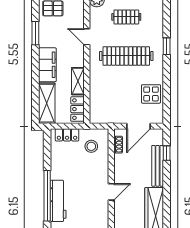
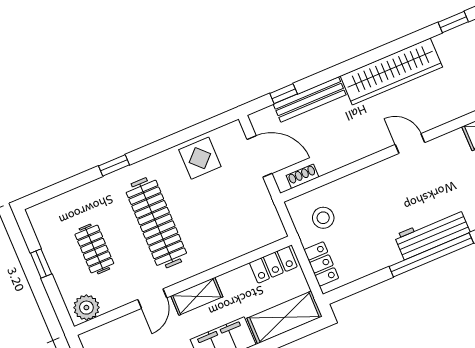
shelving: (78, 81) -> (197, 296), moved
door: (111, 192) -> (410, 144), moved

